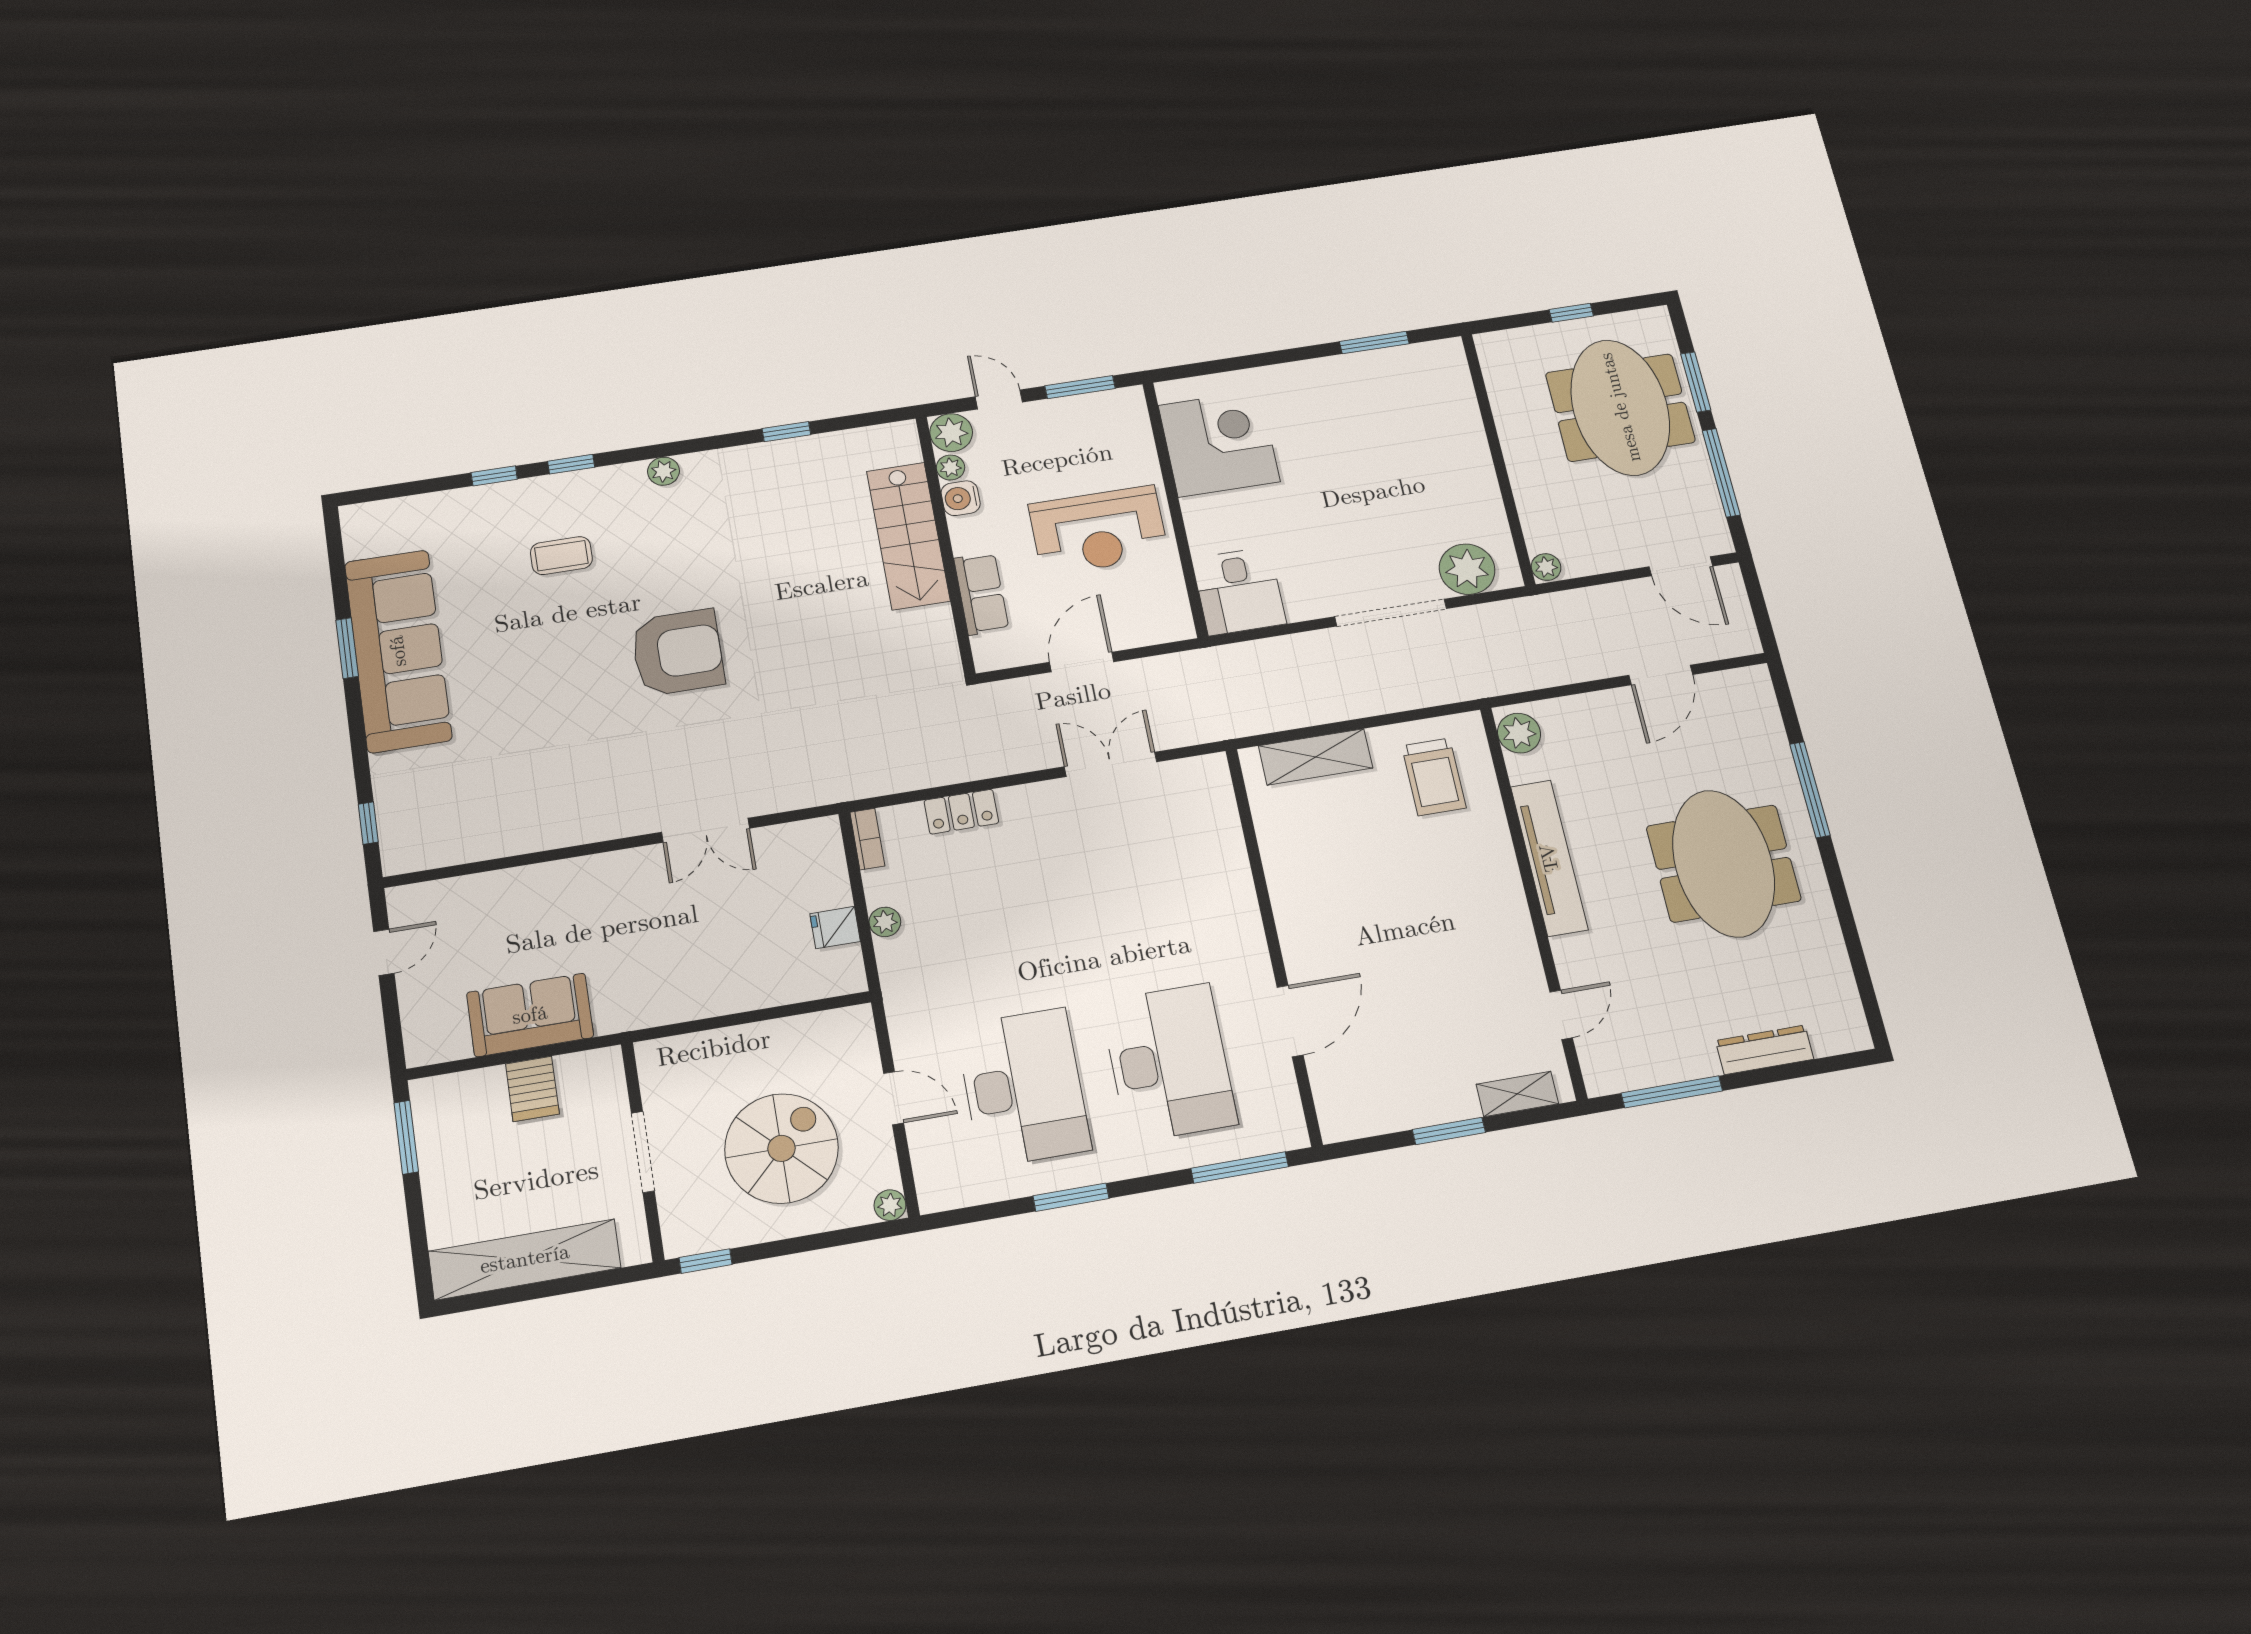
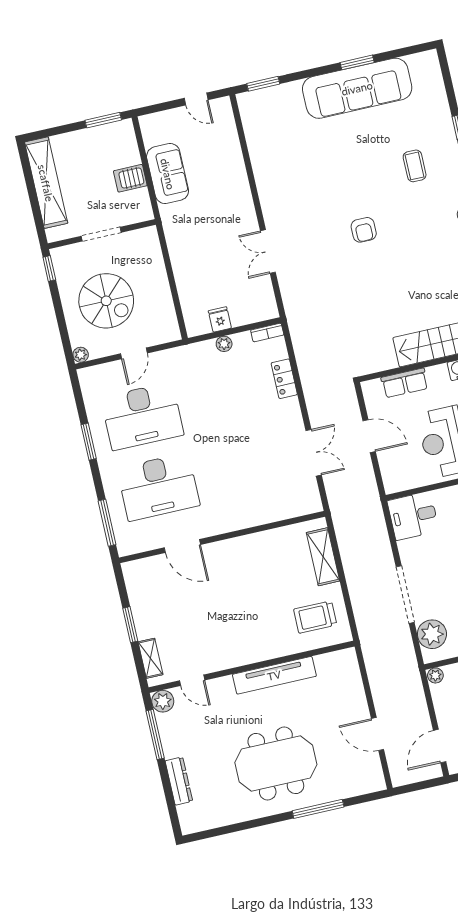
armchair: (678, 652) -> (364, 230), width x0.53, depth x0.53
plant: (1519, 733) -> (163, 701), moved
window: (368, 823) -> (263, 84), width x1.50

